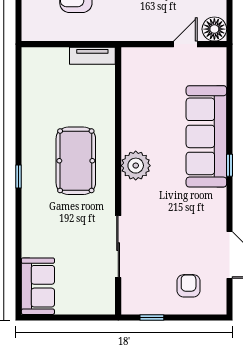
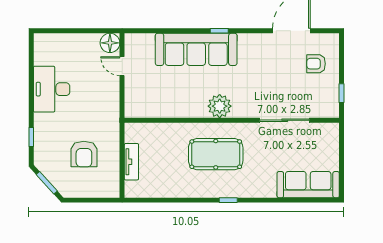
tv unit: (92, 56) -> (131, 162), moved
sofa: (38, 286) -> (308, 185), width x1.36

